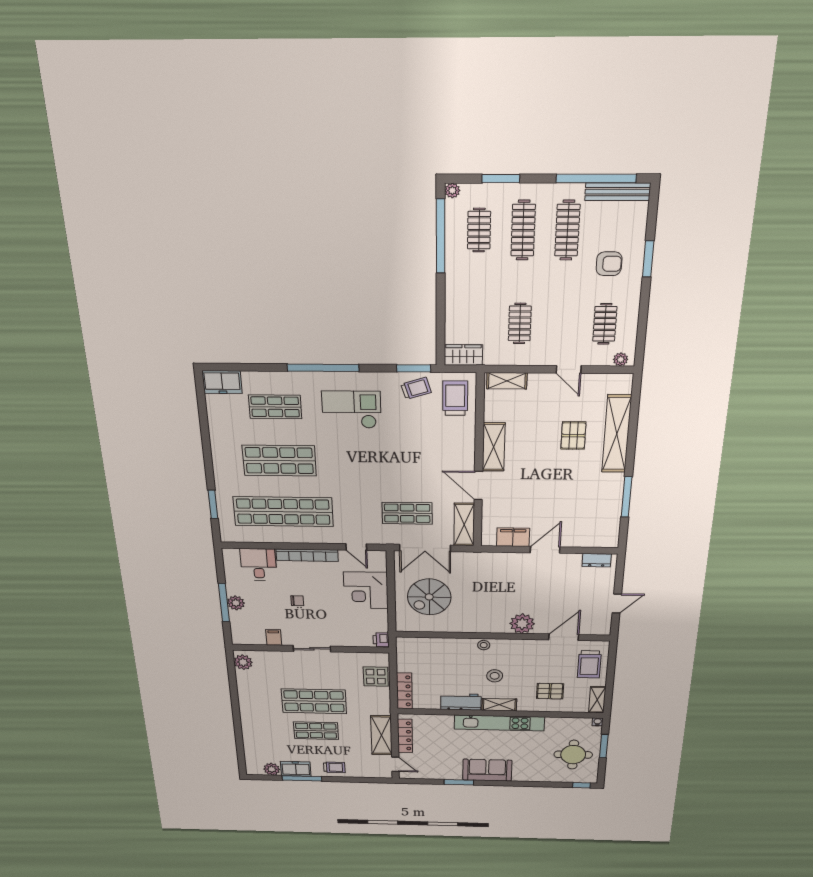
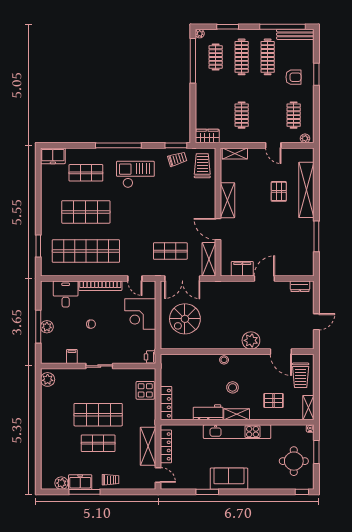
door: (564, 637) -> (281, 352), swing flipped

